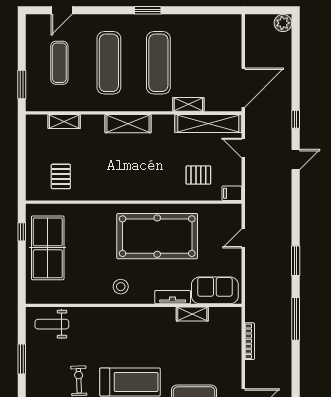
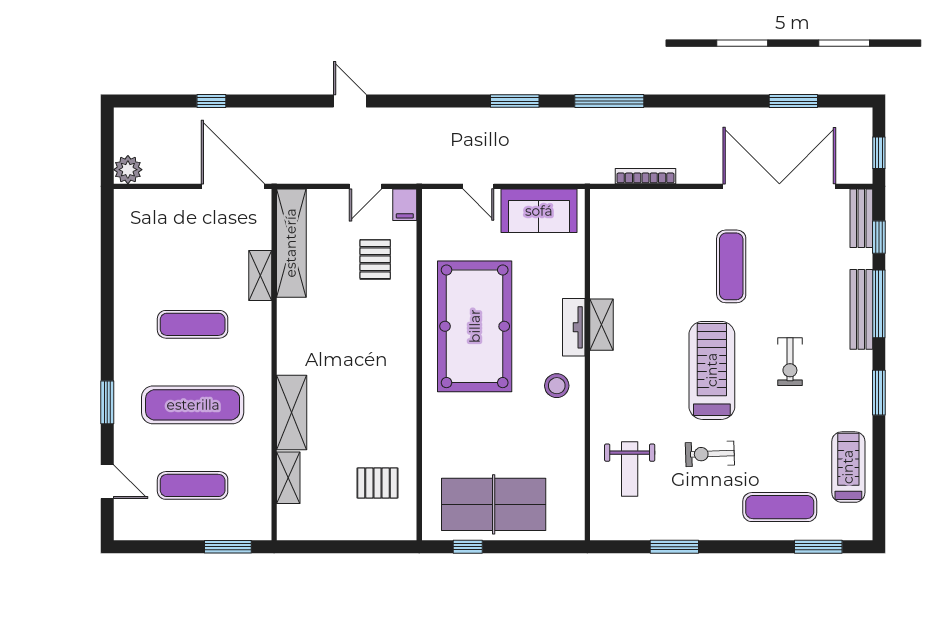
window: (148, 10) -> (107, 402), moved
plant: (283, 23) -> (128, 170), moved
exercise mat: (158, 63) -> (193, 324), width x0.73, depth x0.69
window: (296, 119) -> (211, 101), moved
shelving: (128, 124) -> (292, 412), moved
door: (243, 148) -> (365, 186), moved
sofa: (215, 290) -> (539, 211), moved, turned -90
tv unit: (173, 297) -> (574, 327), moved
shelving: (192, 314) -> (601, 325), moved
weight bench: (52, 324) -> (630, 469), moved

